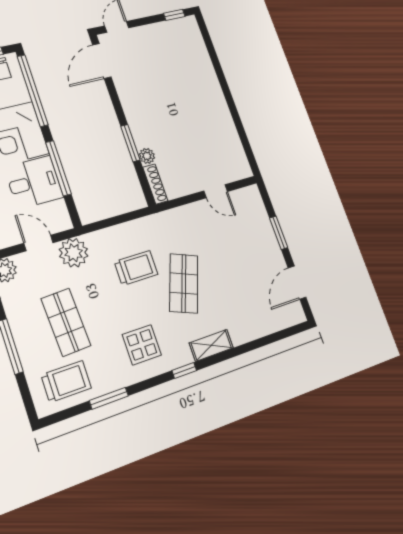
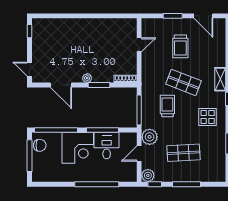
door: (102, 61) -> (61, 85), moved
plant: (147, 156) -> (87, 78), moved
window: (113, 221) -> (139, 110), added
trolley: (66, 381) -> (180, 46), moved, turned 180

